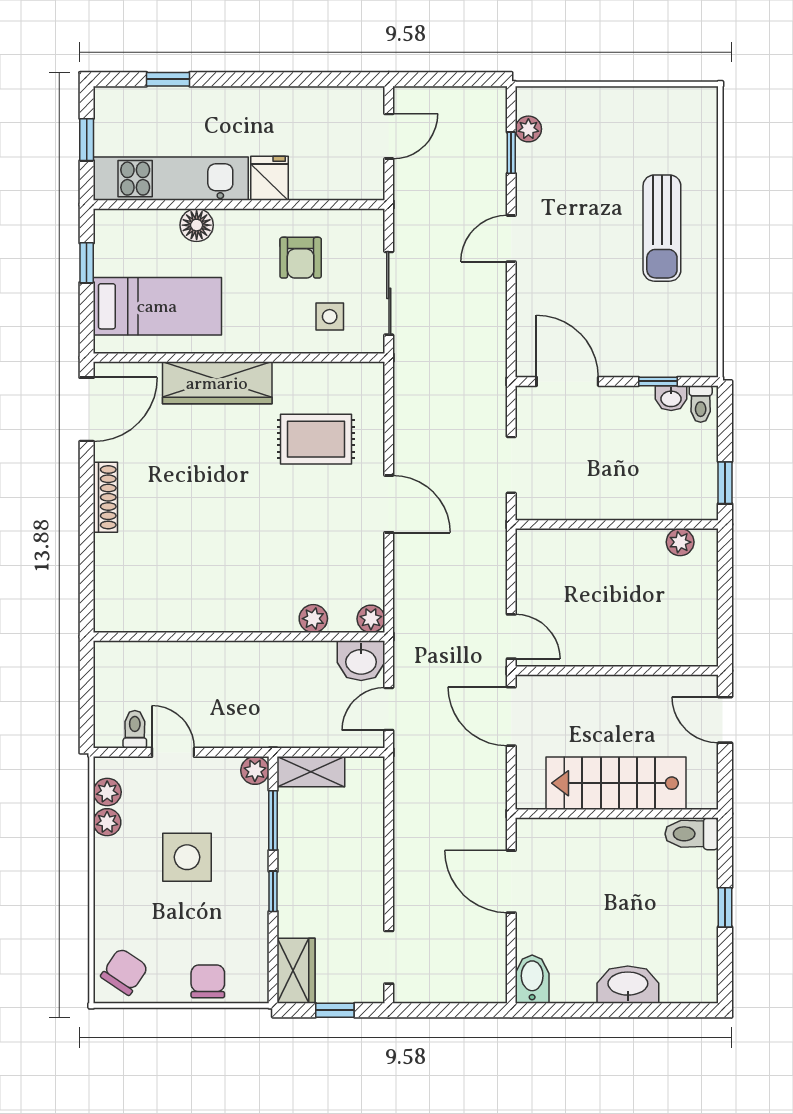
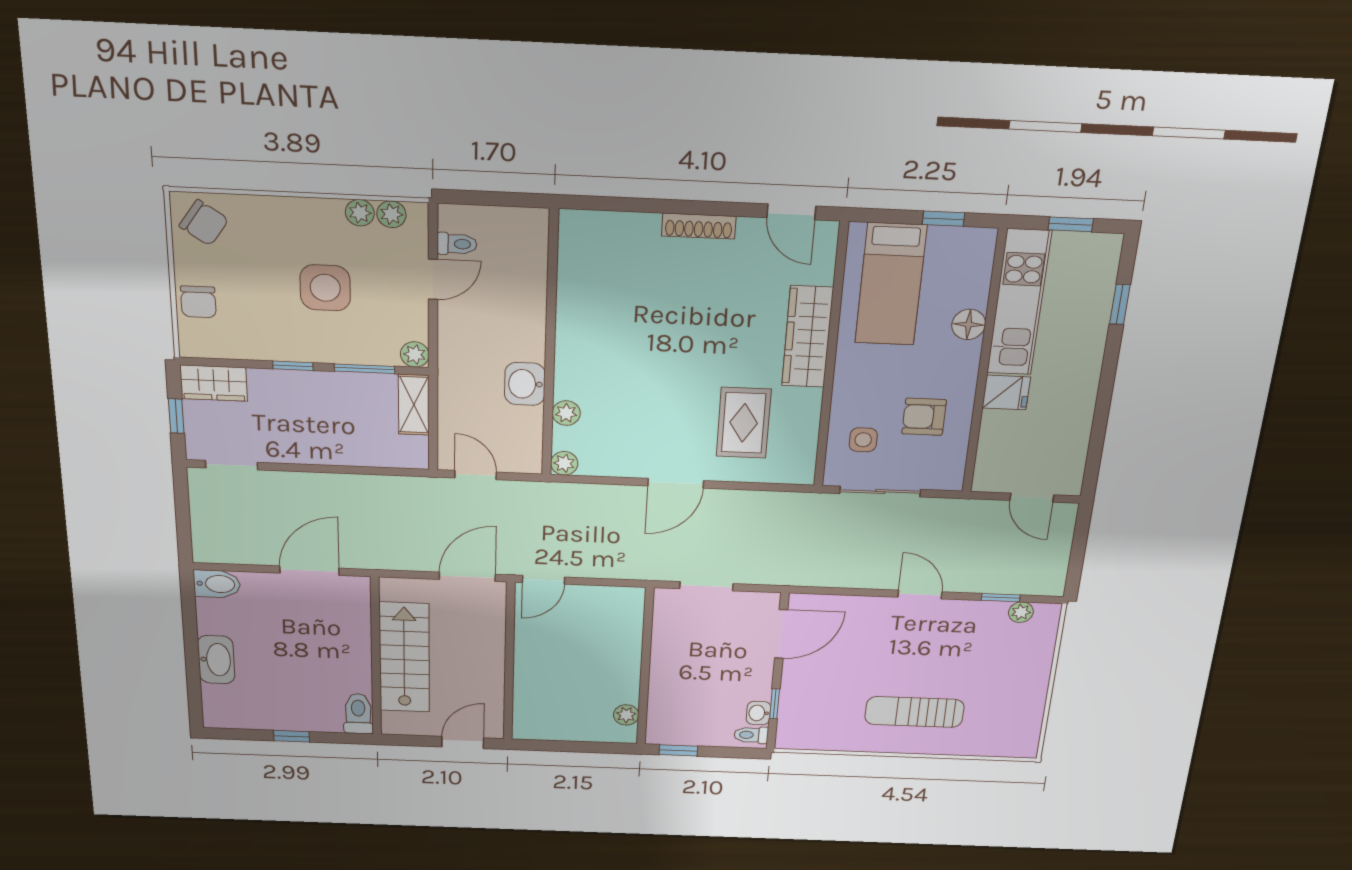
door: (87, 409) -> (791, 212), width x0.73
washbasin: (361, 661) -> (525, 384), moved
chair: (208, 981) -> (198, 302), turned 90

